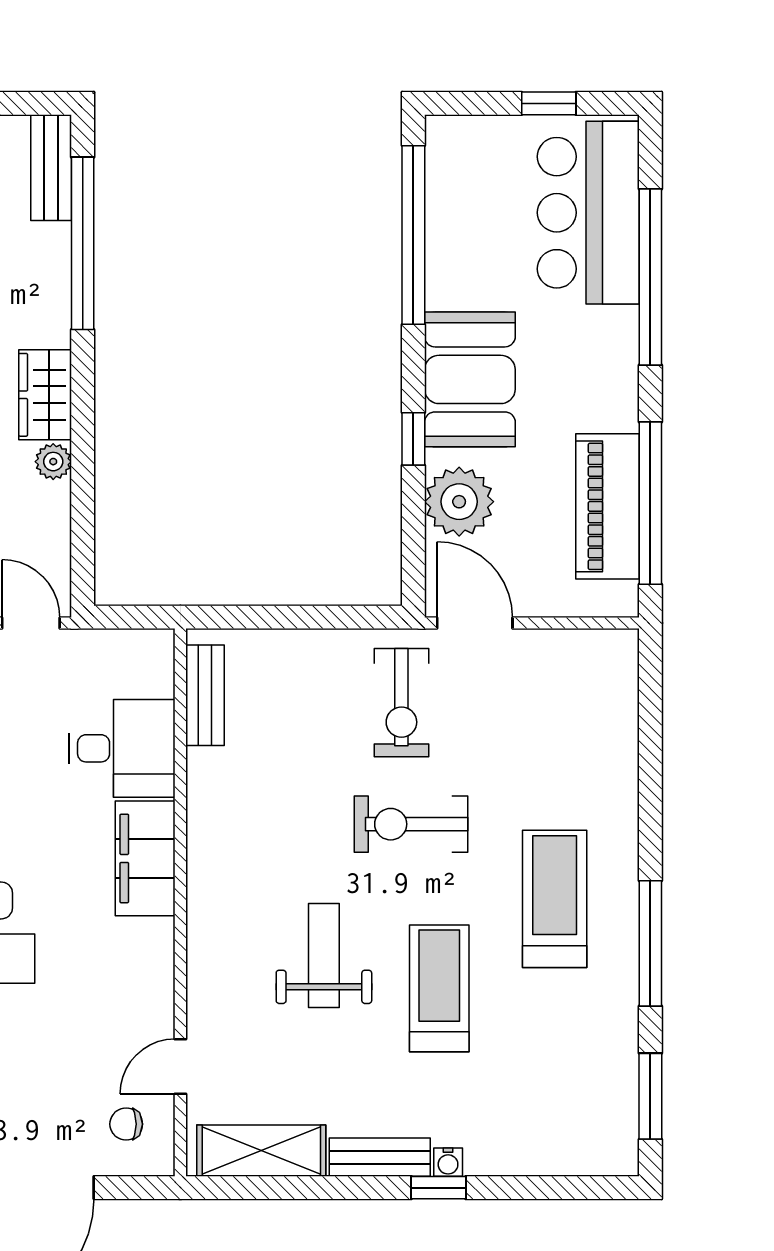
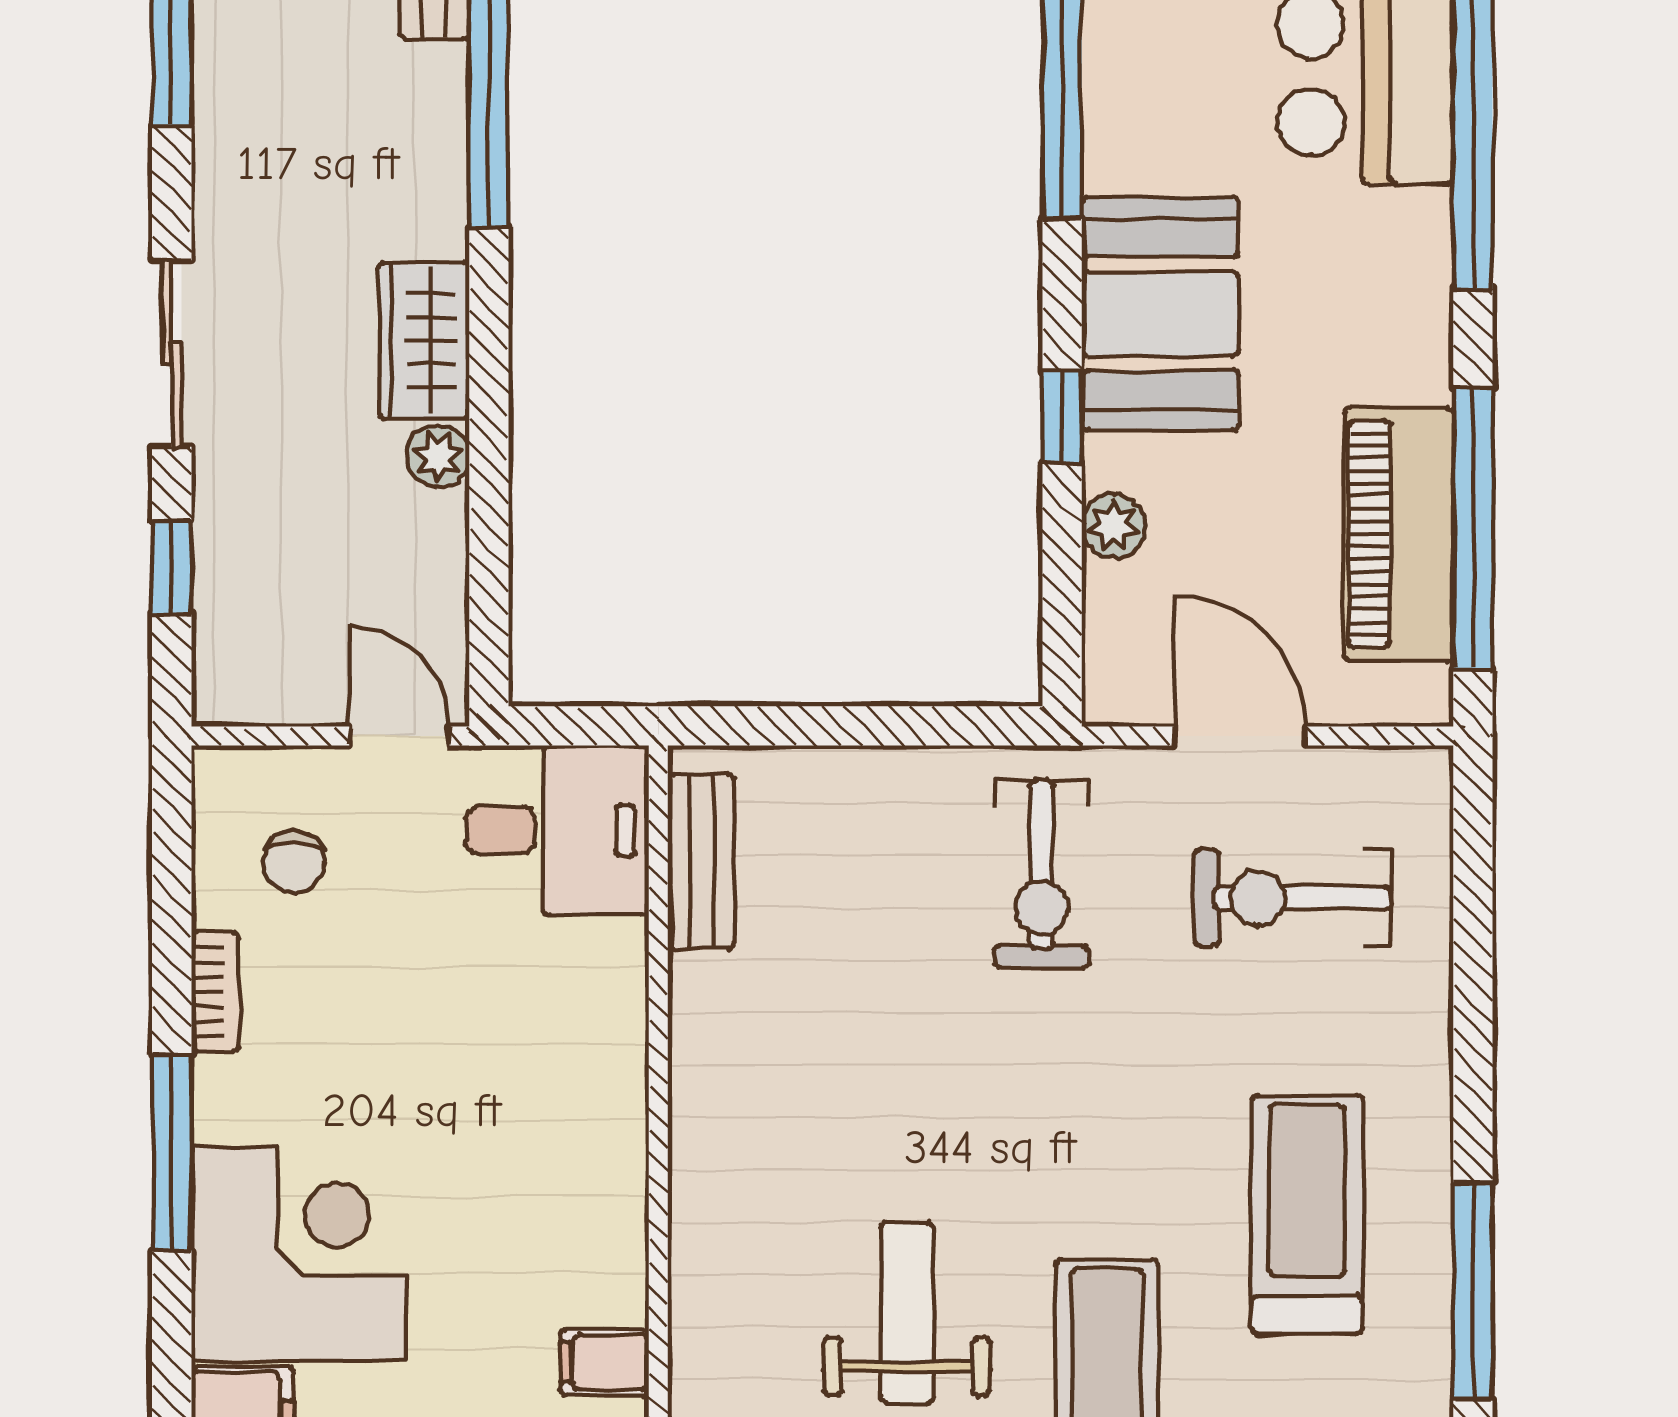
plant: (459, 502) -> (1114, 526), width x0.53, depth x0.53
door: (475, 623) -> (1240, 736), moved
desk: (122, 748) -> (557, 830), moved
exercise bike: (411, 824) -> (1293, 898), moved
filing cabinet: (145, 858) -> (605, 1362), moved, width x0.33, depth x0.86

